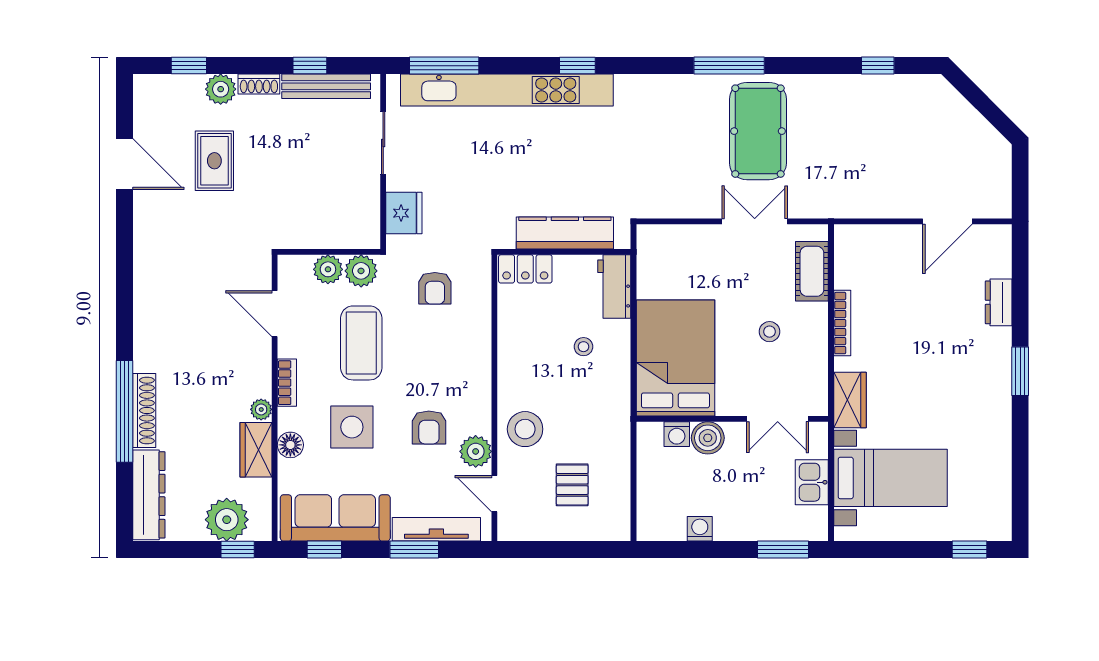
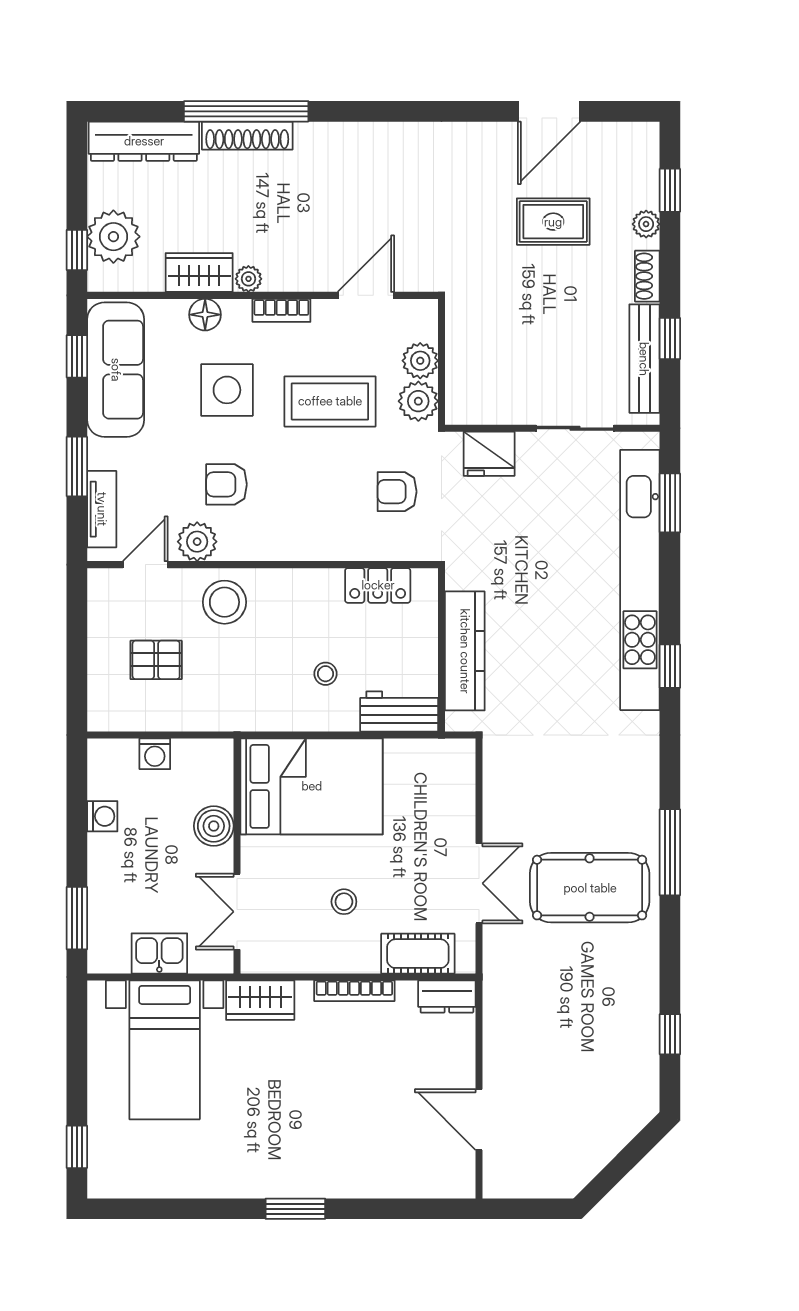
window: (444, 66) -> (670, 503), width x0.69
plant: (221, 89) -> (646, 224), width x0.73, depth x0.73
locker: (525, 269) -> (378, 585), moved, turned -90
dresser: (999, 302) -> (447, 997), moved, turned 180
washing machine: (677, 434) -> (155, 754), moved, turned -90
tv unit: (436, 529) -> (102, 509), width x0.71

